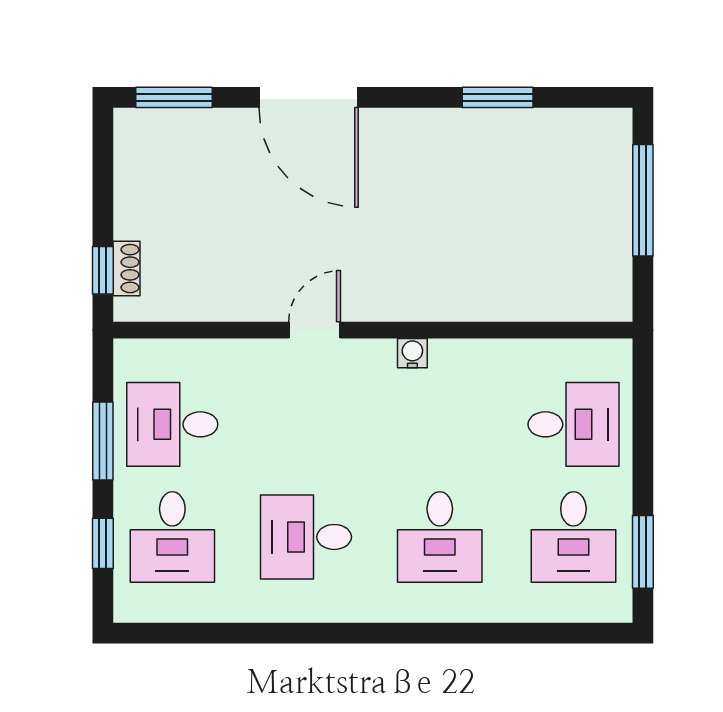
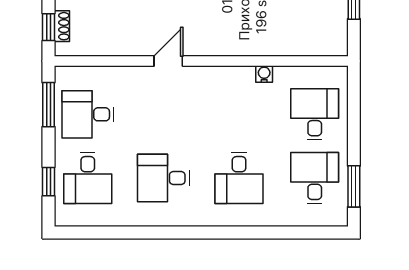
water cooler: (412, 353) -> (264, 74), moved
desk: (573, 424) -> (315, 114), turned -90
window: (103, 441) -> (48, 105), moved
desk: (573, 537) -> (315, 178), turned 180

